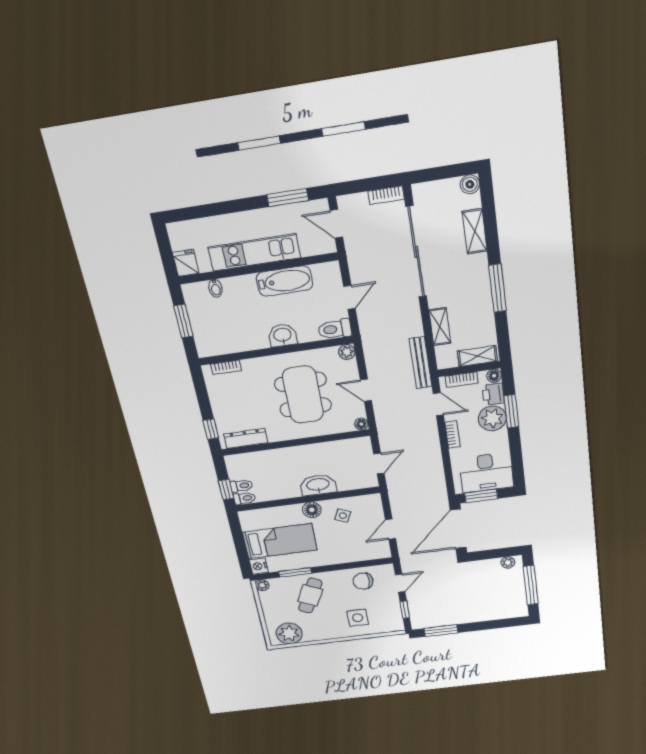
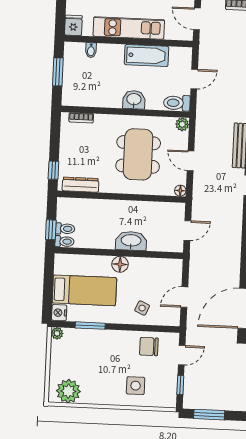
side table: (343, 516) -> (142, 308), moved
cafe table: (310, 596) -> (98, 353), removed

